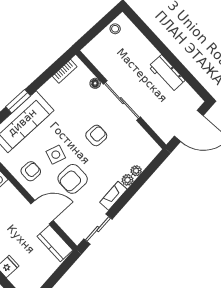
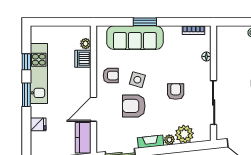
sliding door: (122, 101) -> (214, 103), moved
armchair: (96, 135) -> (176, 92), turned -90
plant: (136, 171) -> (184, 134), width x1.87, depth x1.87
door: (42, 212) -> (94, 109), swing flipped

